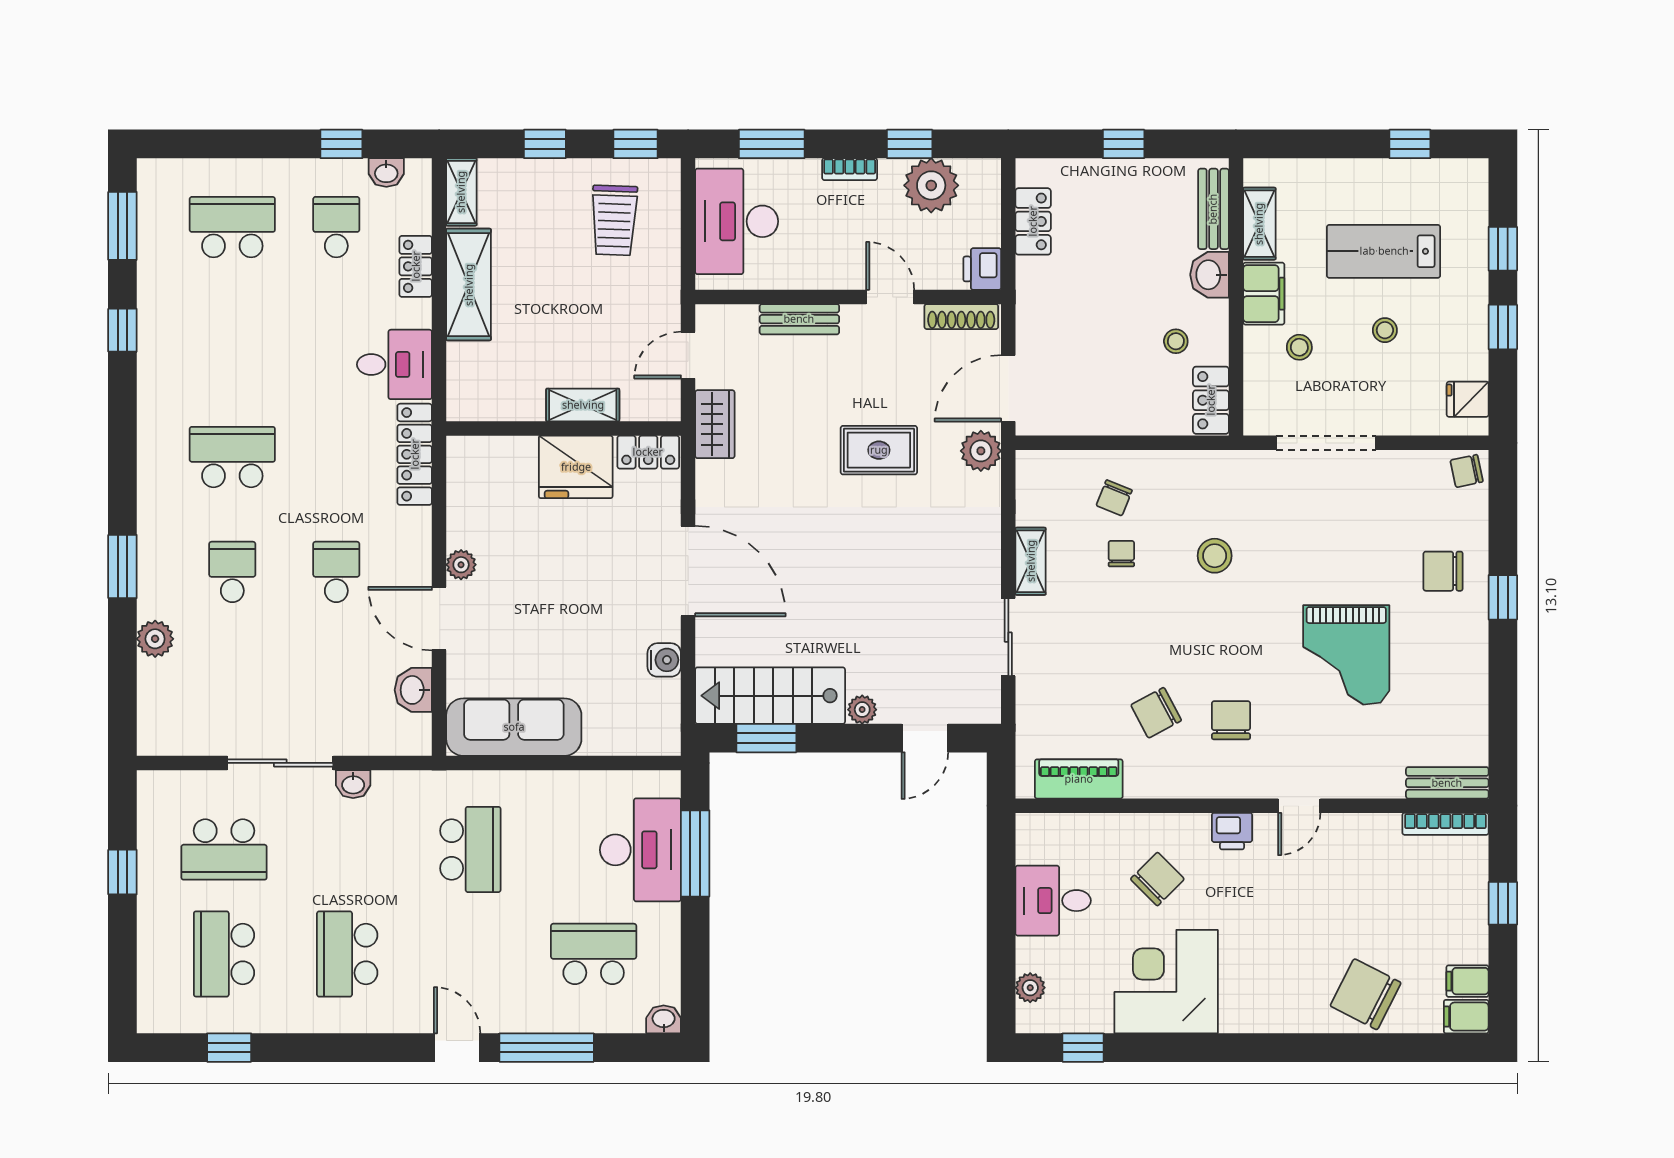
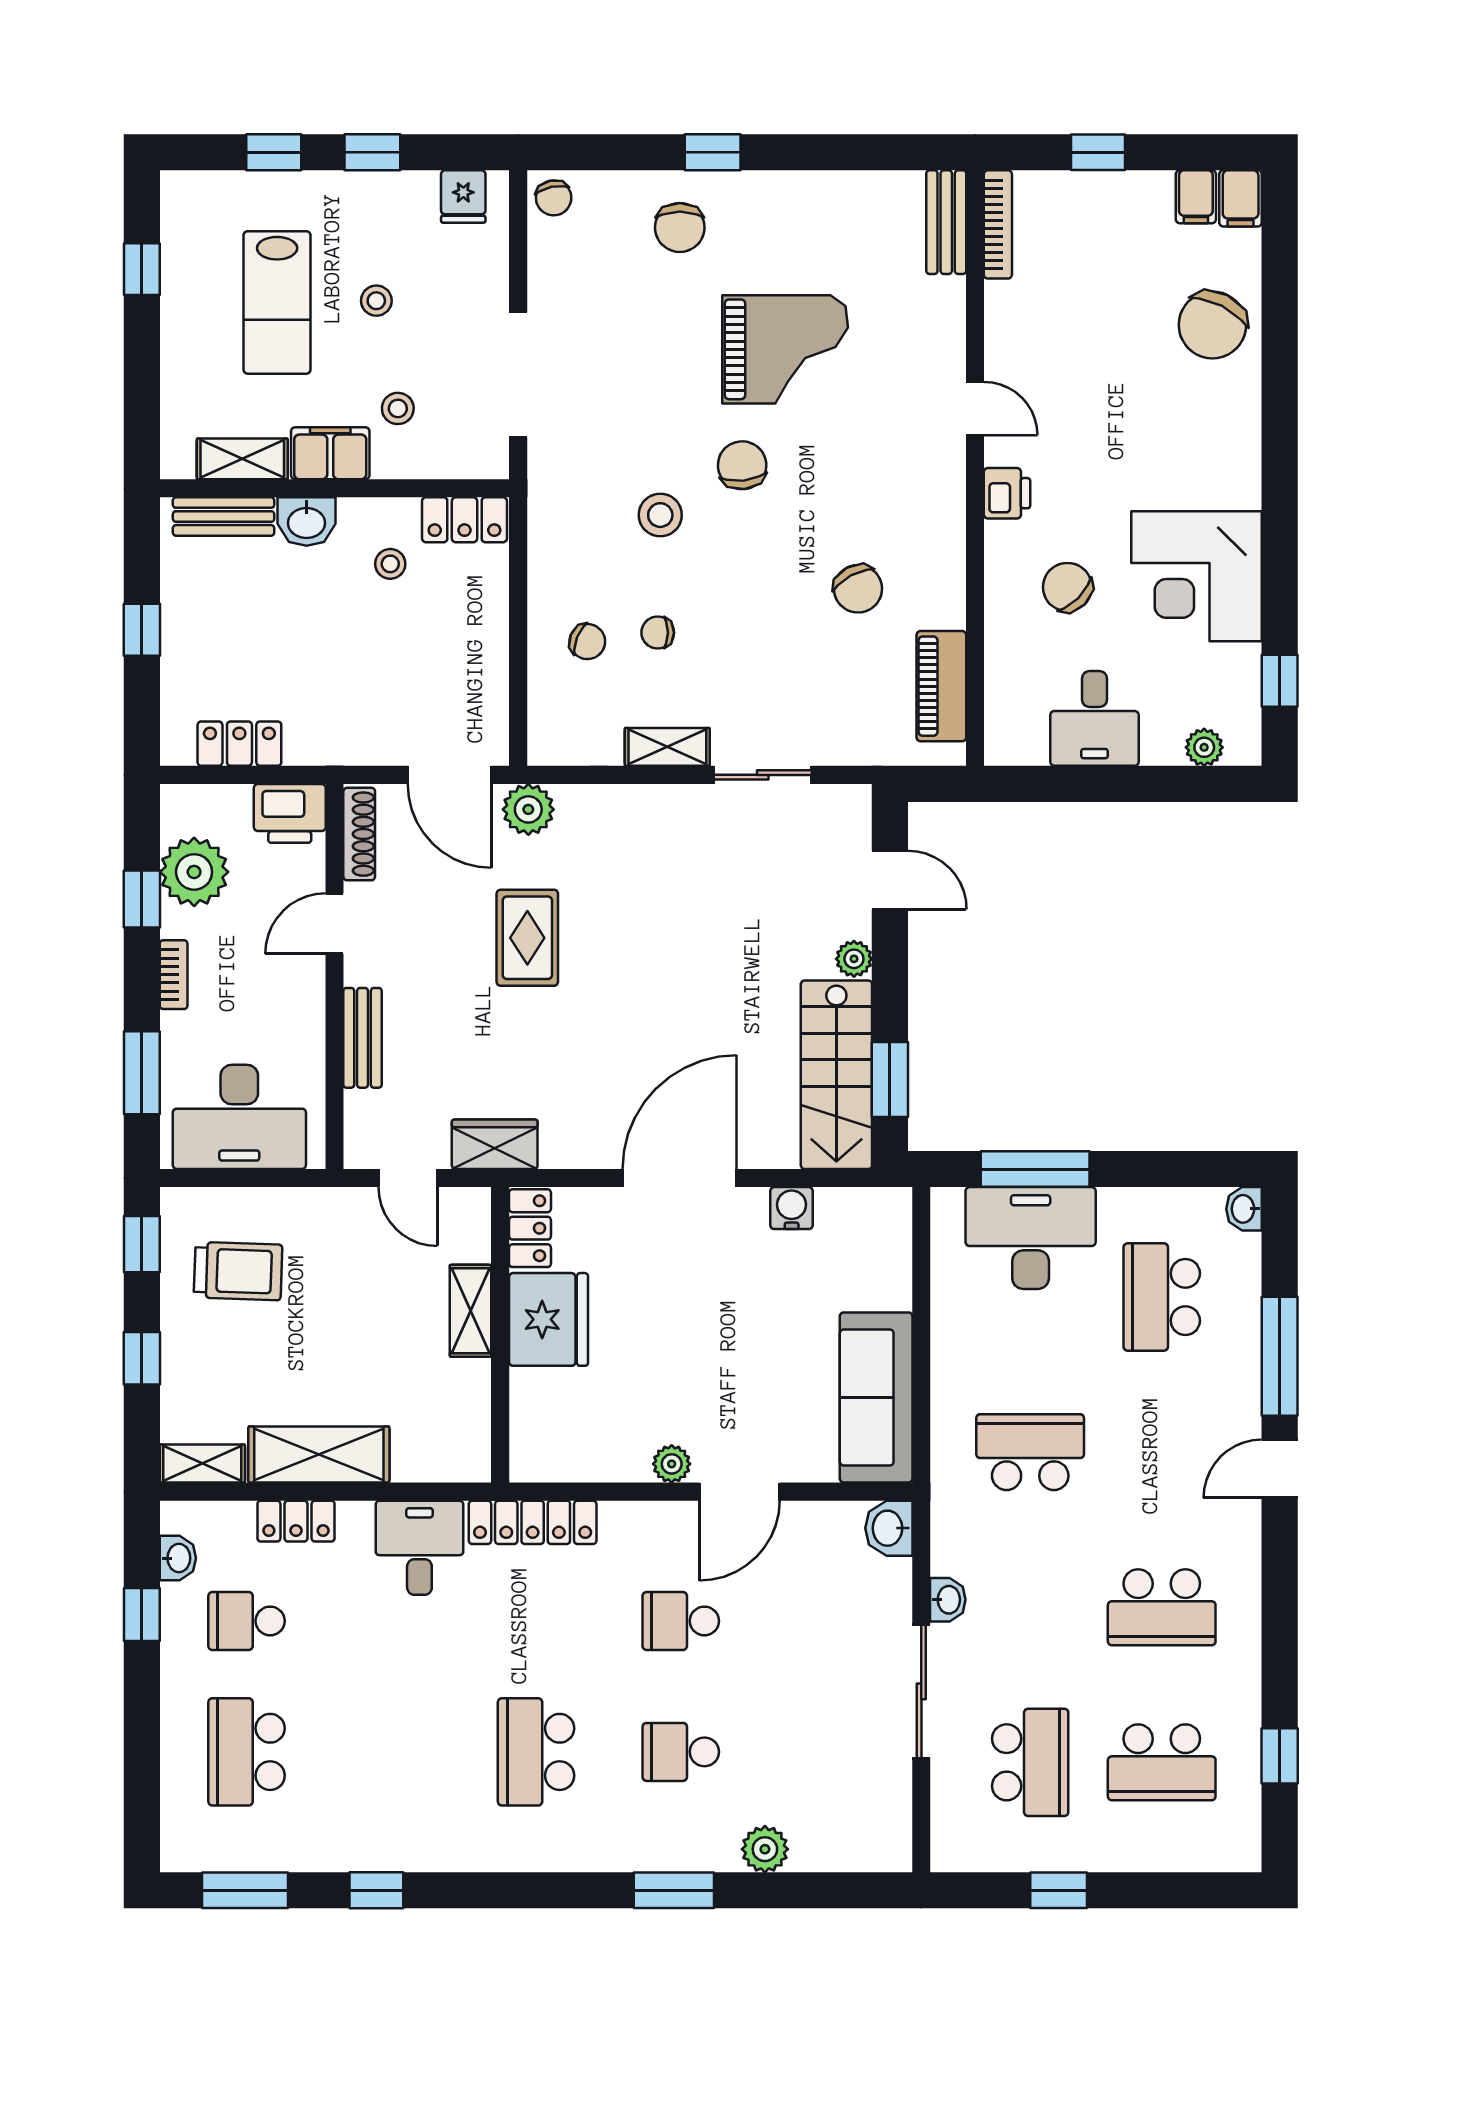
printer: (982, 269) -> (290, 813), width x1.36, depth x1.24
washbasin: (413, 690) -> (889, 1528), moved, turned 90
chair: (1231, 720) -> (742, 465), moved, turned 84

